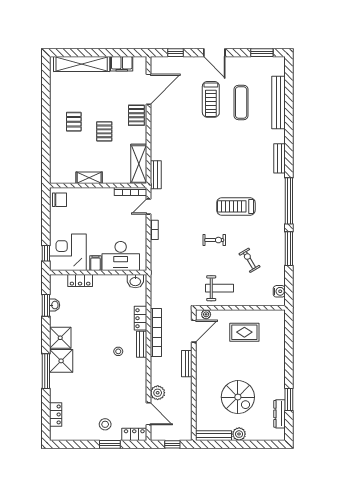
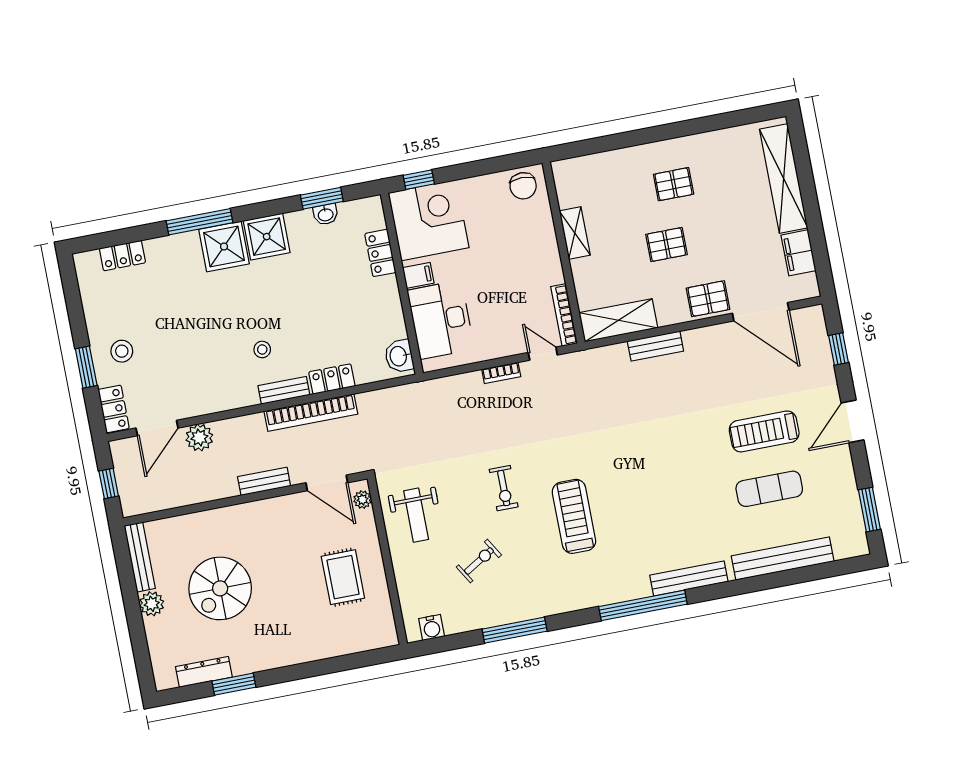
bench: (280, 158) -> (689, 578), width x1.36
bench: (156, 175) -> (655, 346), moved
window: (289, 201) -> (643, 605), moved

